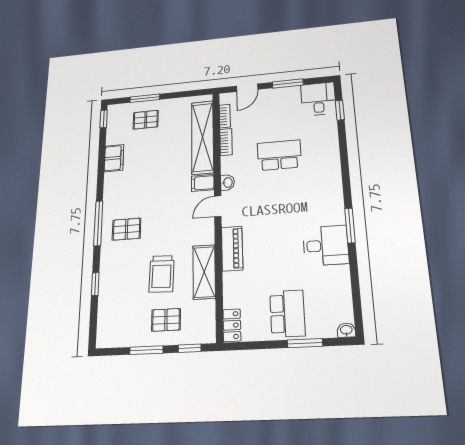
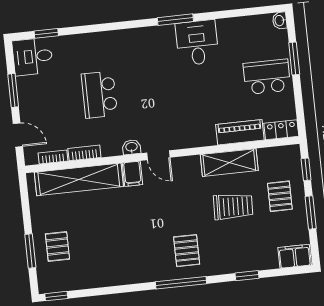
filing cabinet: (114, 158) -> (295, 256), moved
piano: (232, 249) -> (240, 132), moved

